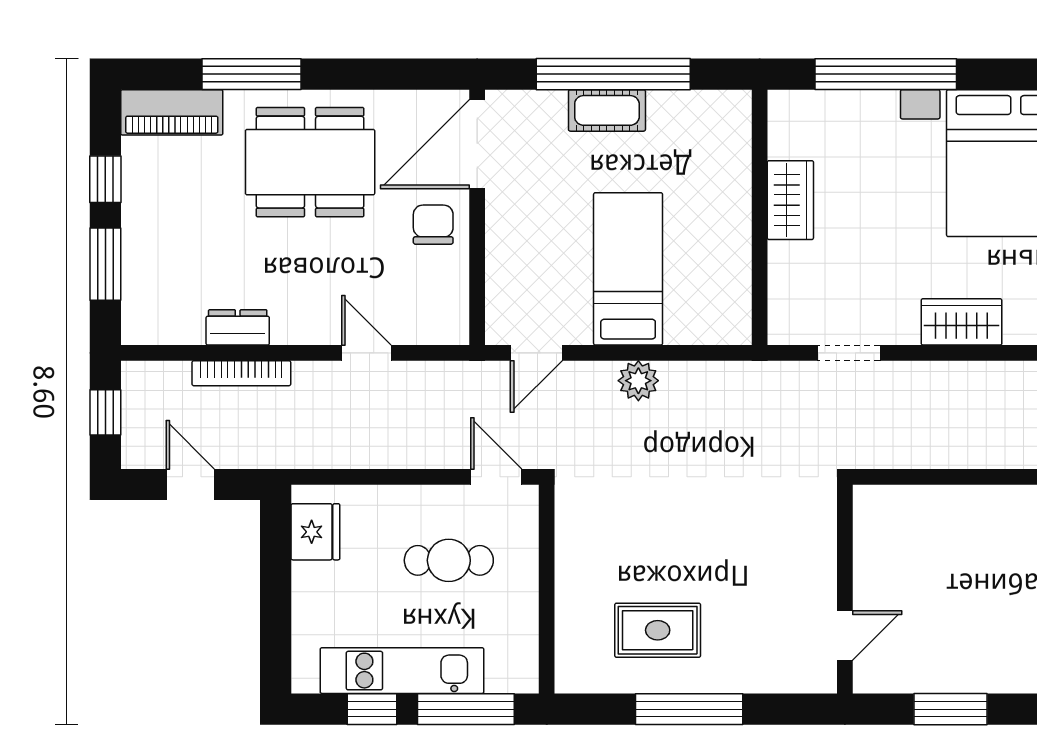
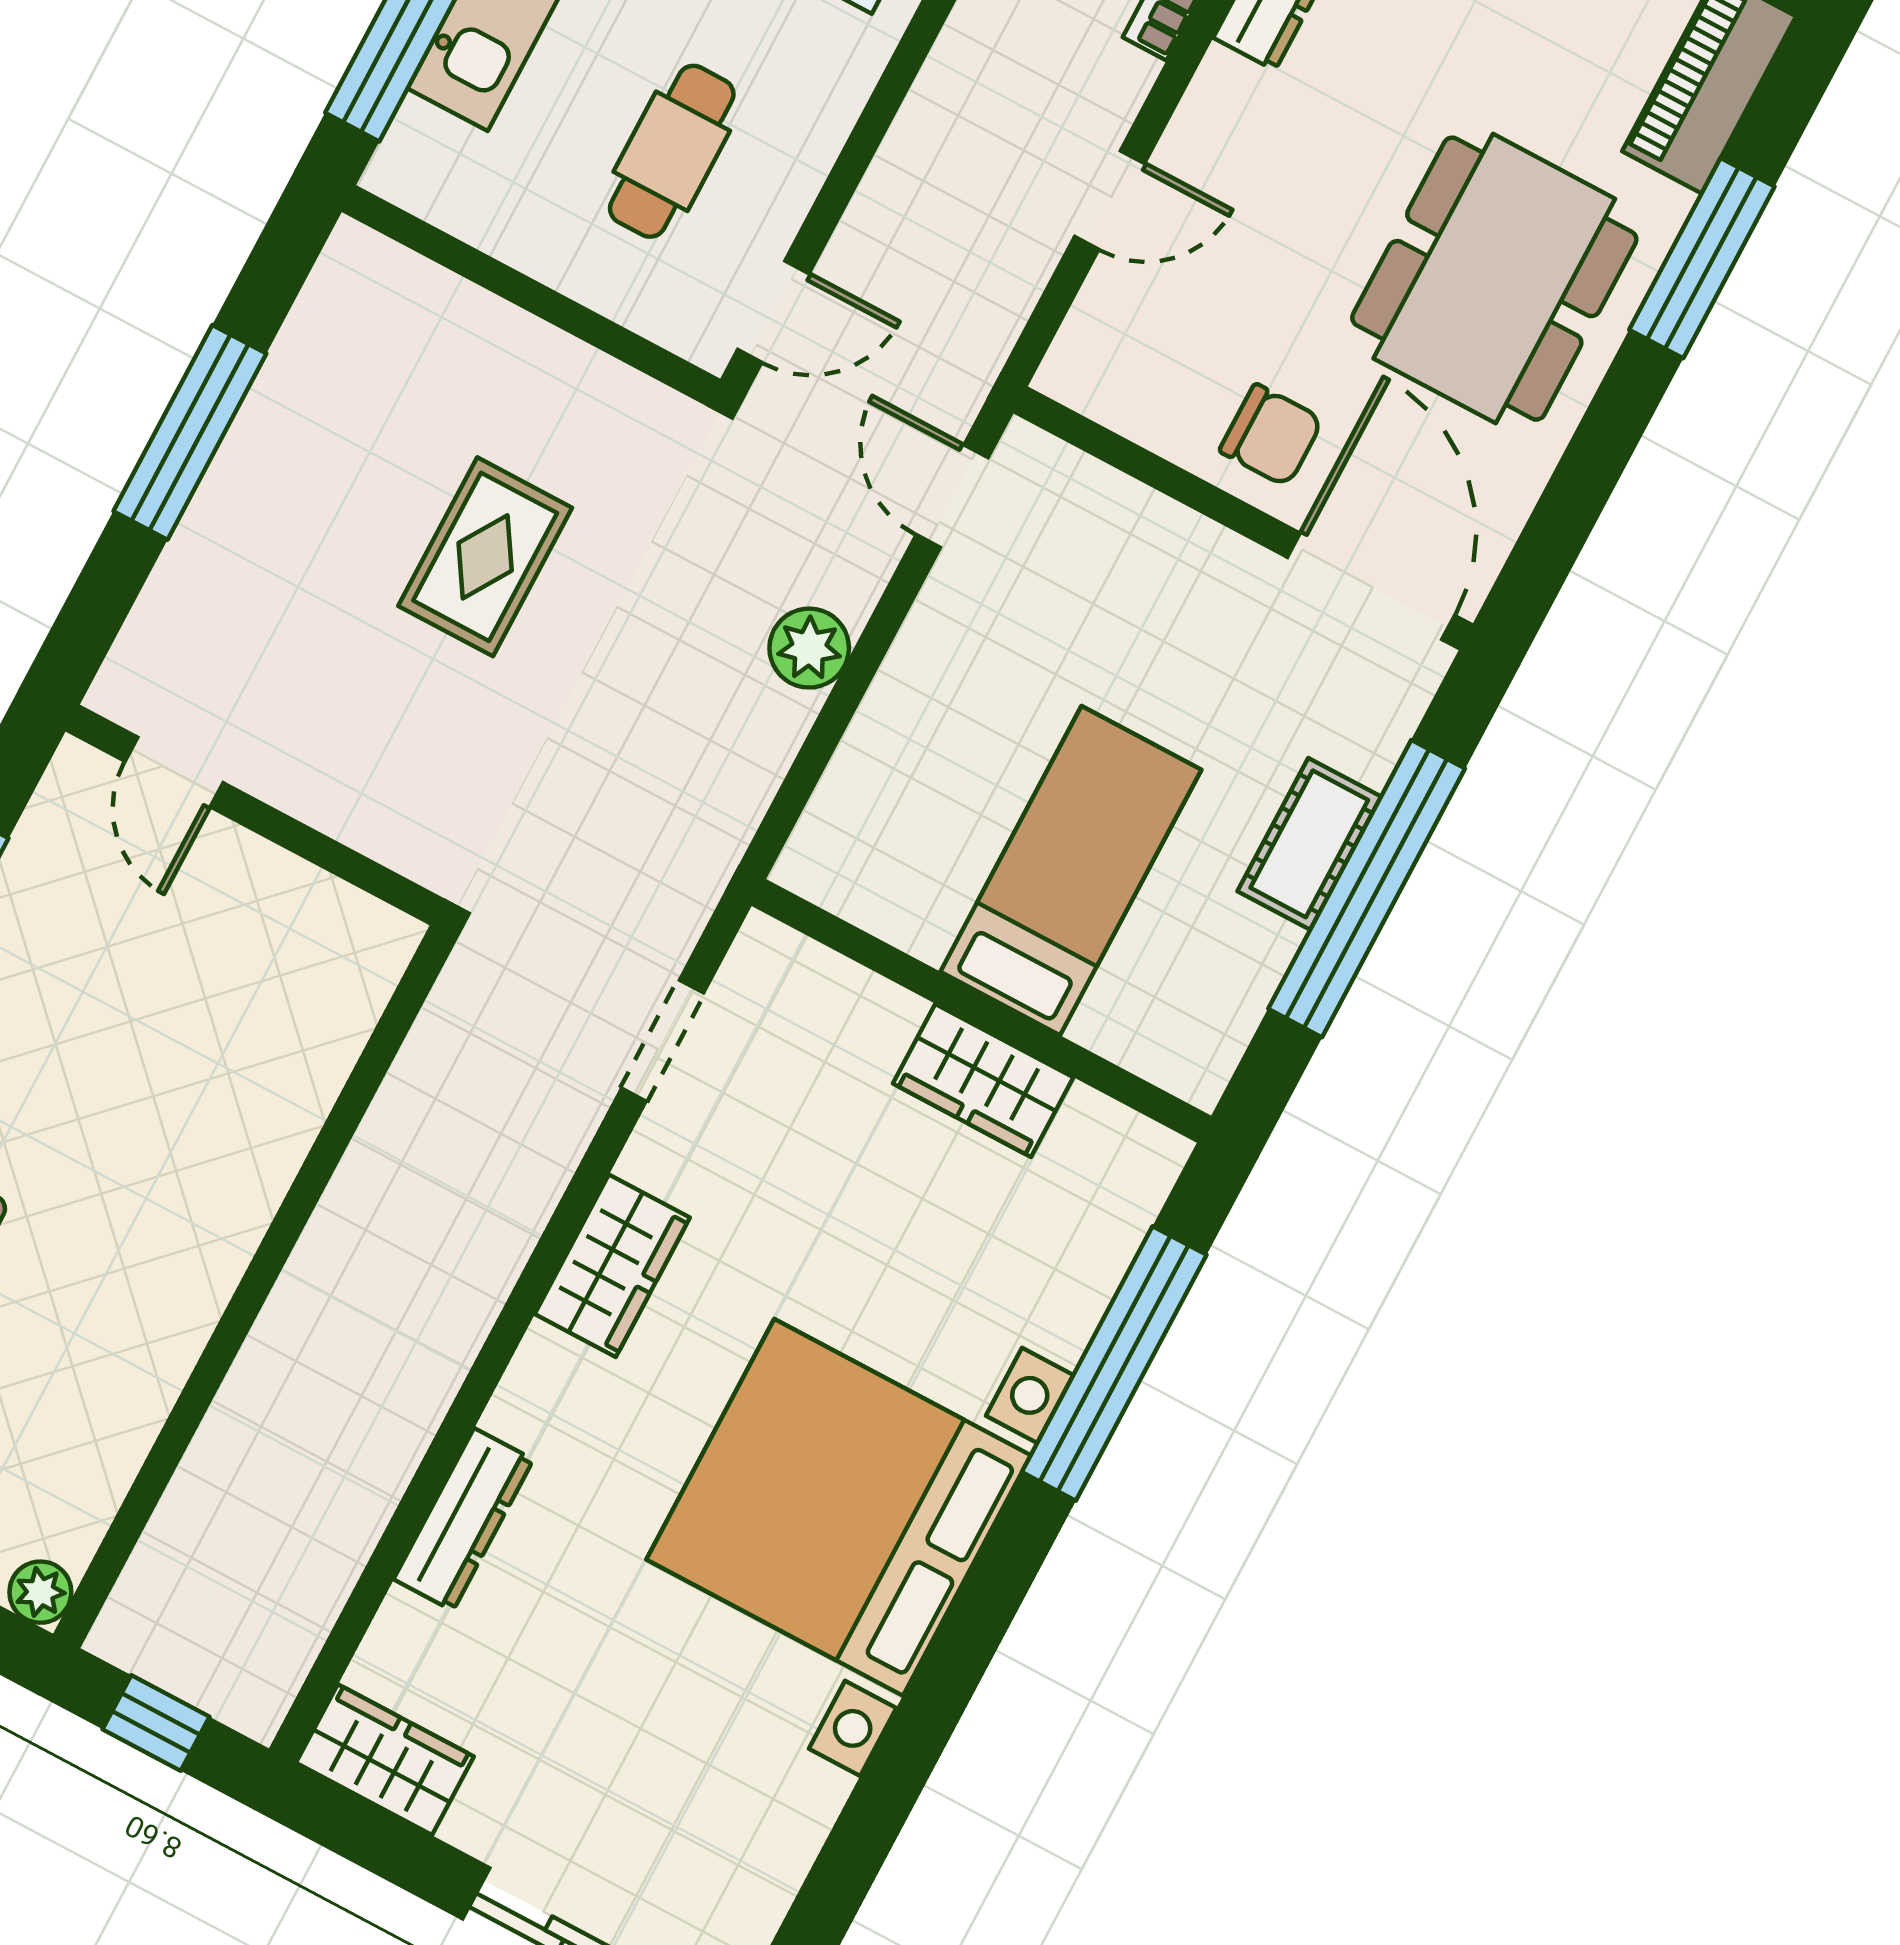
bed: (628, 269) -> (1071, 871), moved, turned -90
rug: (658, 630) -> (485, 557), moved

